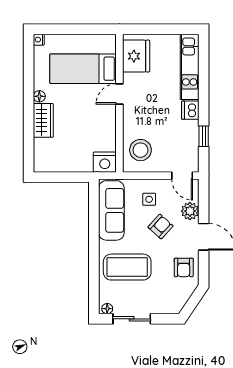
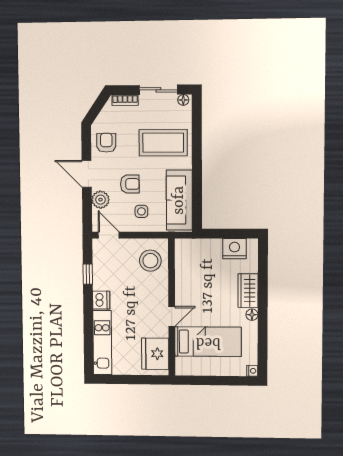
nightstand: (105, 162) -> (234, 249), moved
armchair: (160, 227) -> (130, 184), turned -132
bookcase: (165, 309) -> (125, 100), added

